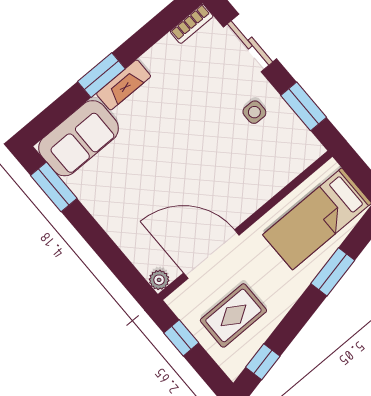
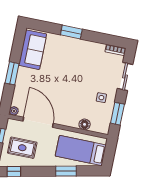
fireplace: (124, 85) -> (74, 43), removed
sofa: (79, 138) -> (33, 50), moved, turned -90
floor lamp: (278, 177) -> (85, 124), added
window: (54, 187) -> (12, 73), moved

